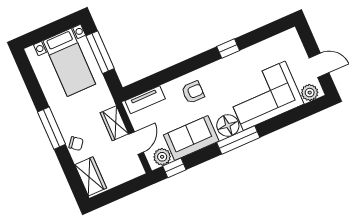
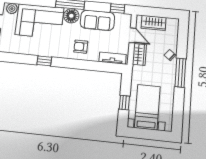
window: (100, 52) -> (124, 103), width x0.46
door: (136, 143) -> (132, 35), swing flipped
plant: (162, 157) -> (121, 19), removed
wardrobe: (91, 176) -> (154, 23), moved, turned -90

